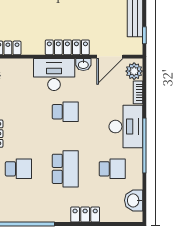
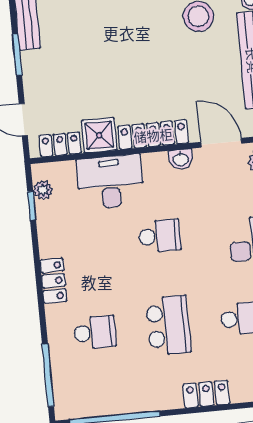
shower: (33, 44) -> (99, 135), added
door: (110, 57) -> (221, 143), swing flipped
desk: (54, 75) -> (110, 182), moved

